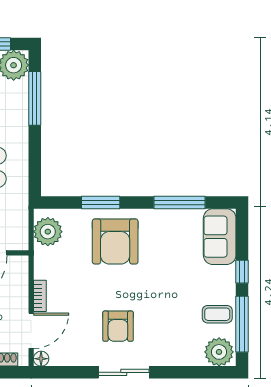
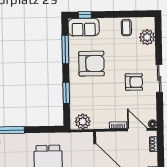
armchair: (115, 241) -> (91, 64), moved
window: (242, 272) -> (85, 15), moved
window: (242, 324) -> (131, 14), removed
plant: (219, 352) -> (147, 37), moved

